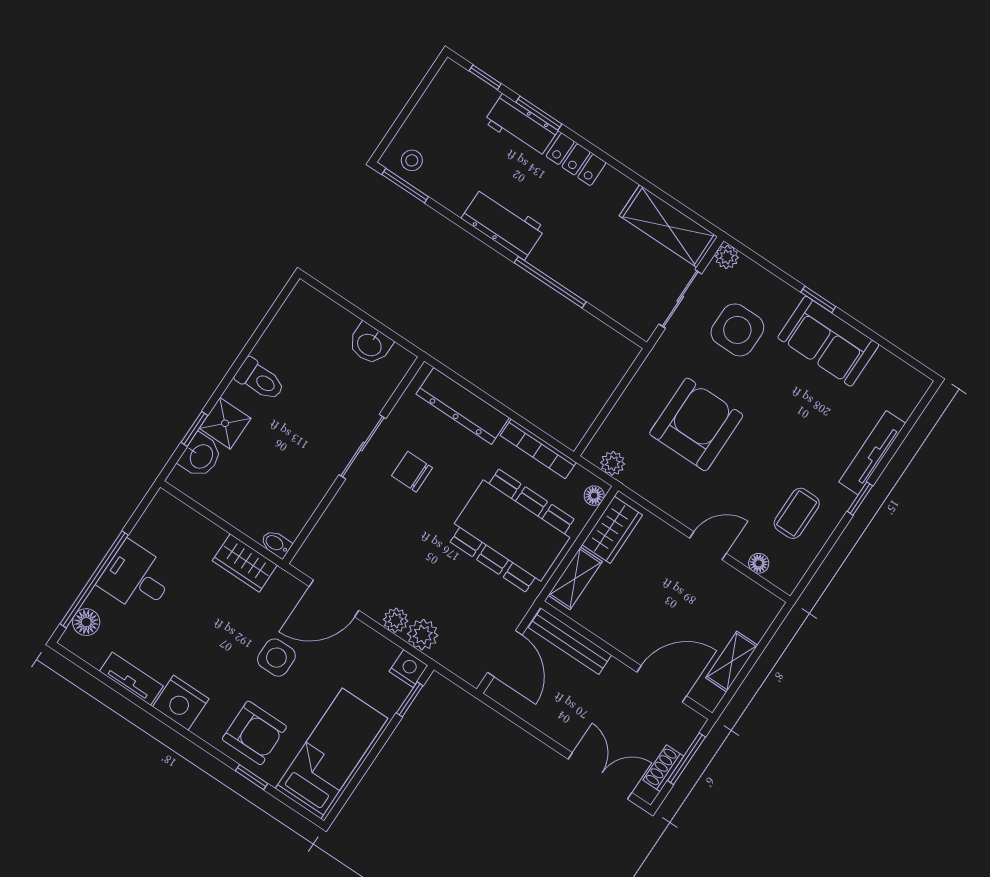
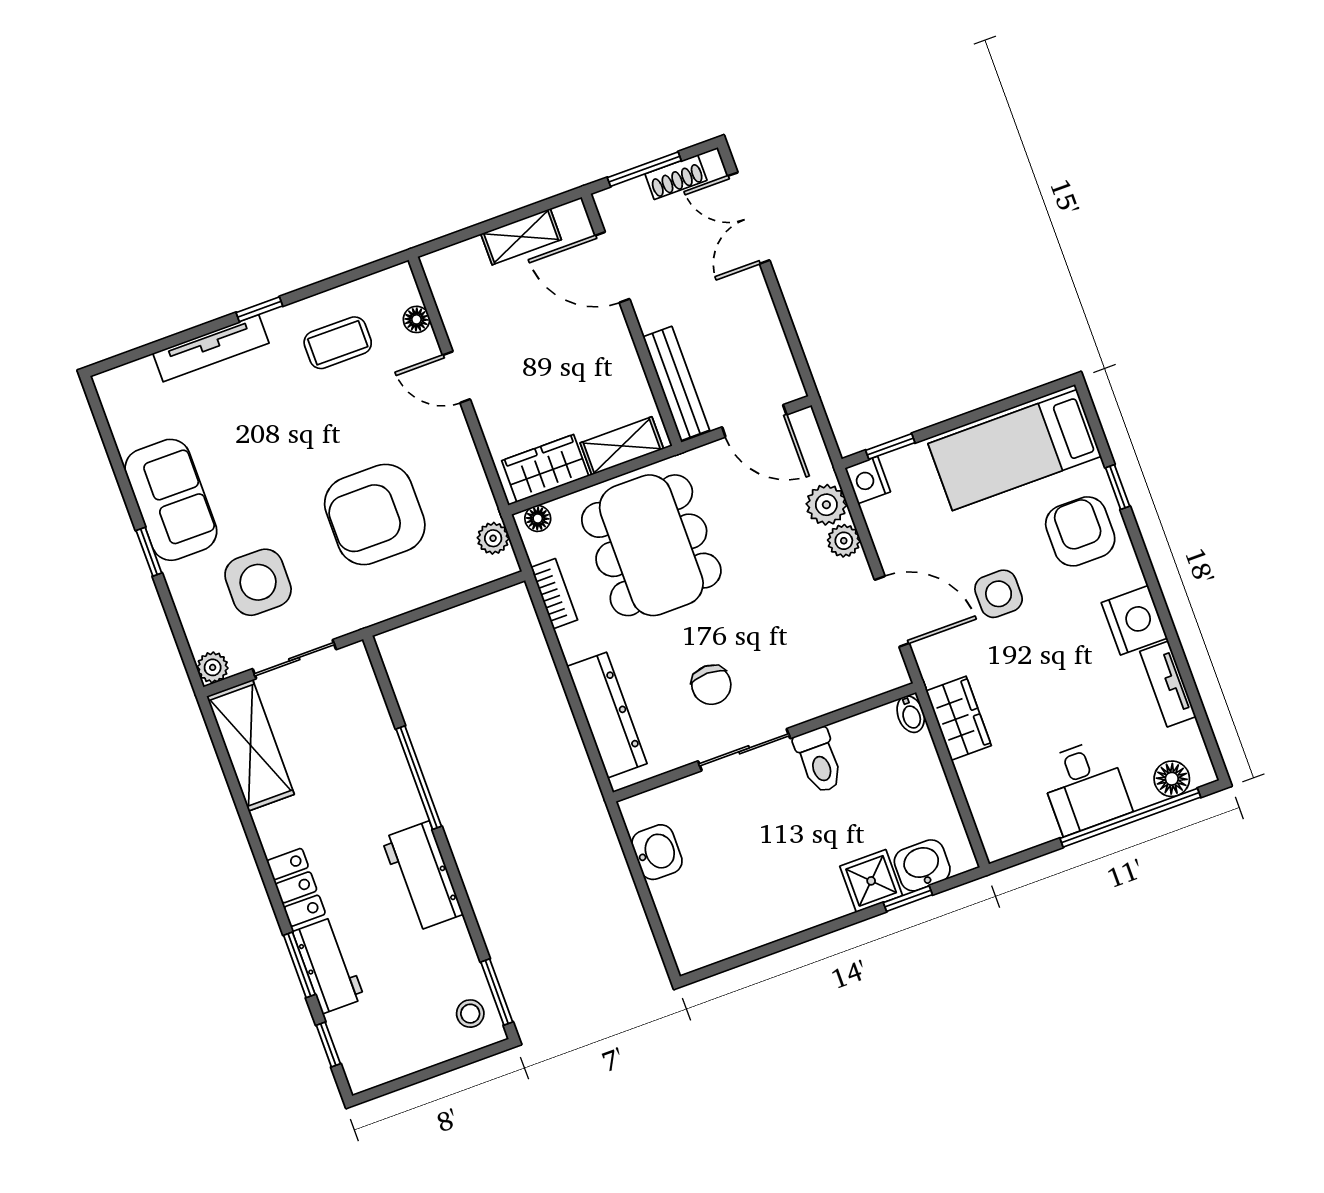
toilet: (260, 380) -> (819, 760), moved, turned 180
bookcase: (538, 449) -> (554, 594), width x0.64
door: (505, 654) -> (754, 421), swing flipped

